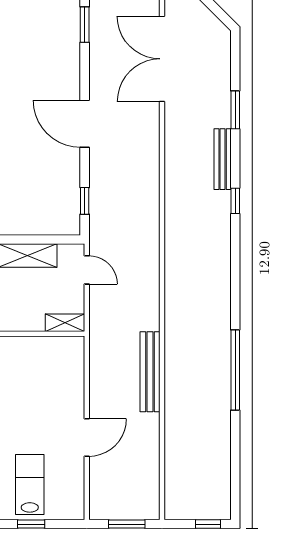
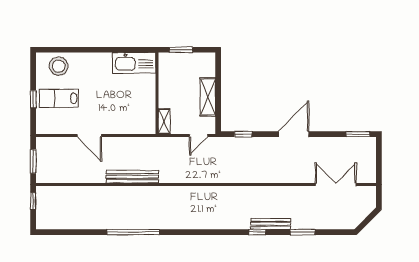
double door: (162, 59) -> (336, 184), width x0.73
window: (235, 201) -> (257, 232), moved
lab bench: (30, 485) -> (59, 98), turned 180
window: (208, 524) -> (33, 201), moved

